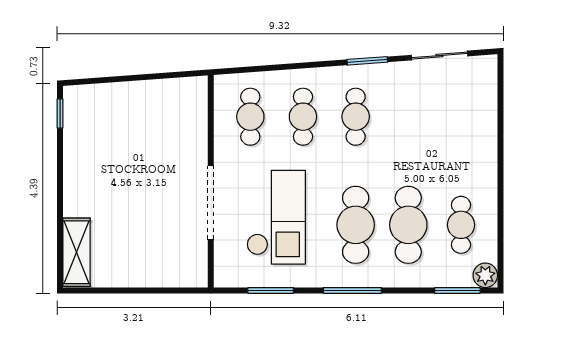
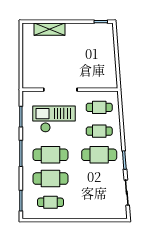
cafe table: (356, 117) -> (99, 155), width x1.37, depth x1.35
checkout: (276, 217) -> (54, 119), turned 180
shelving: (77, 252) -> (49, 29), moved
plant: (485, 275) -> (28, 213), removed

